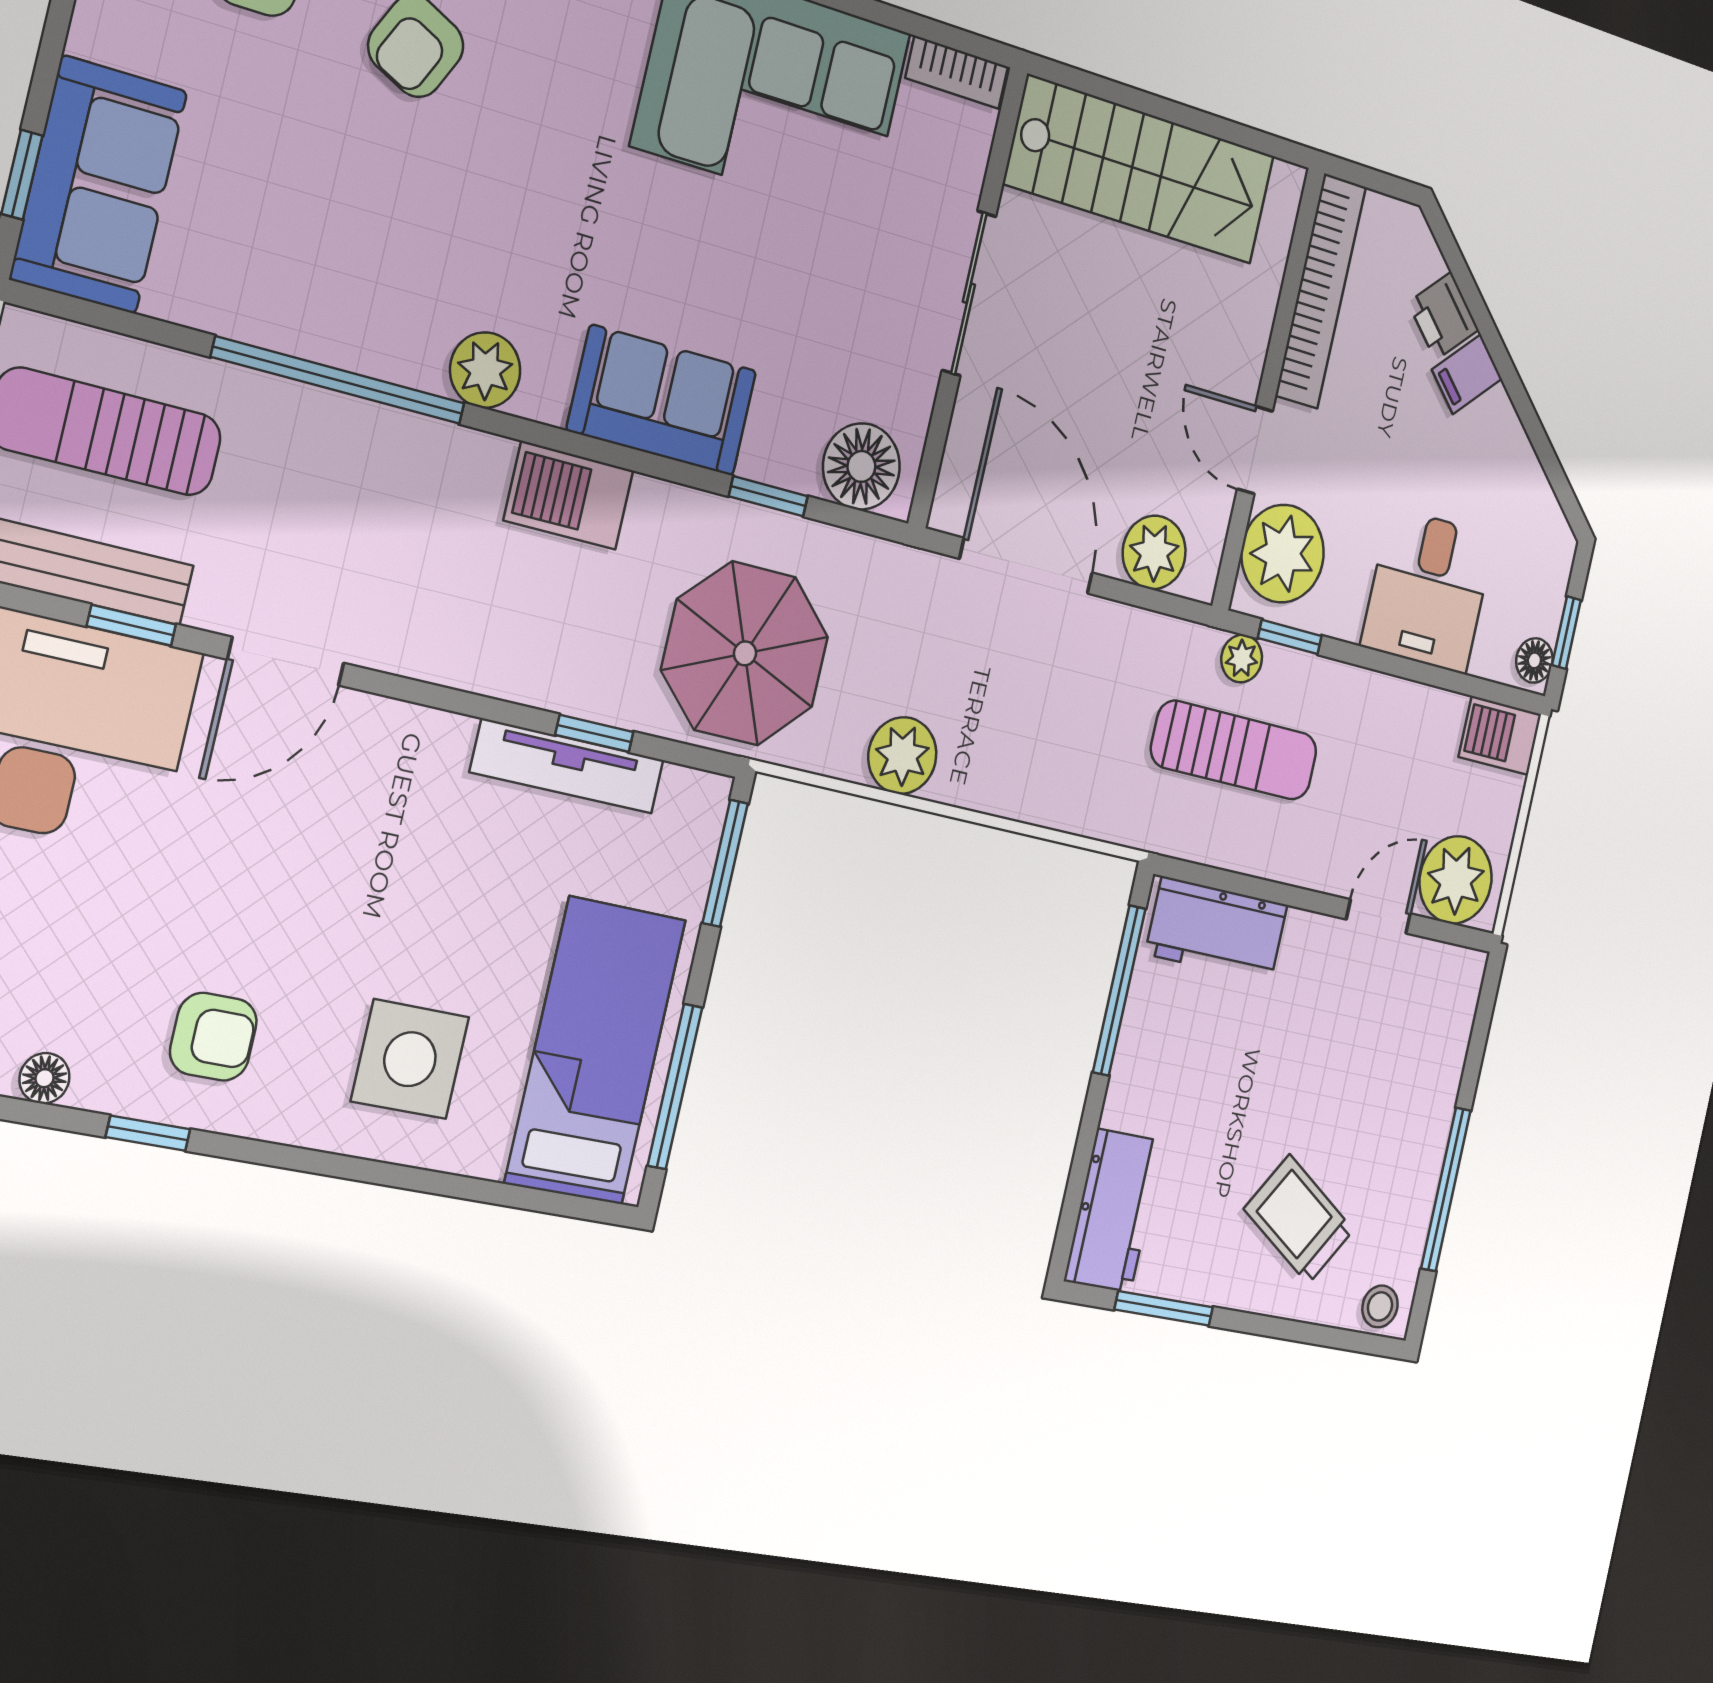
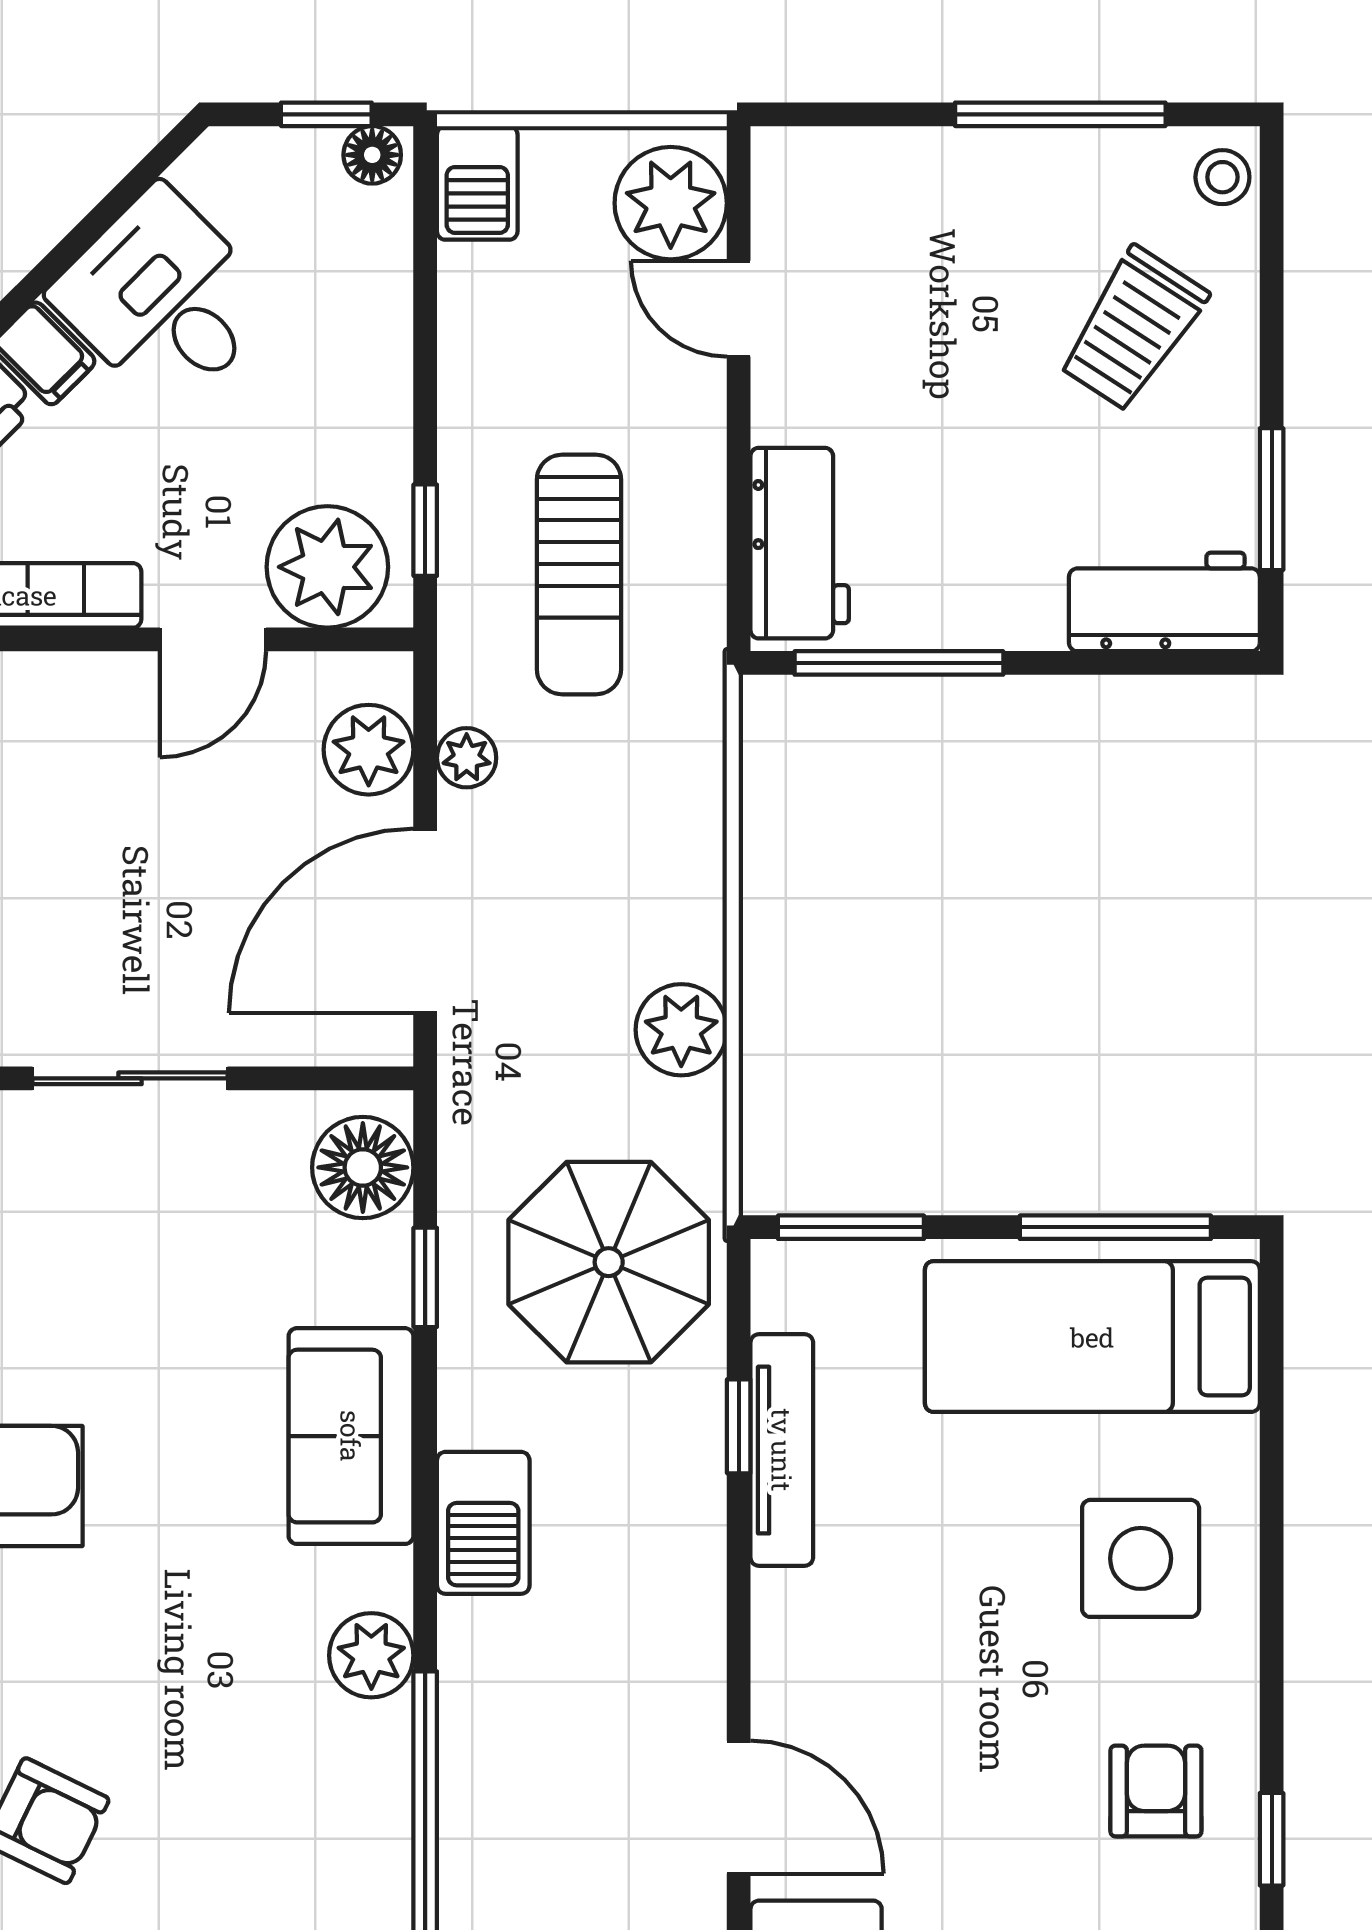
desk: (1428, 591) -> (164, 299), moved, turned -135
plant: (1242, 659) -> (467, 758), moved
sun lounger: (1234, 750) -> (579, 575), turned 180

